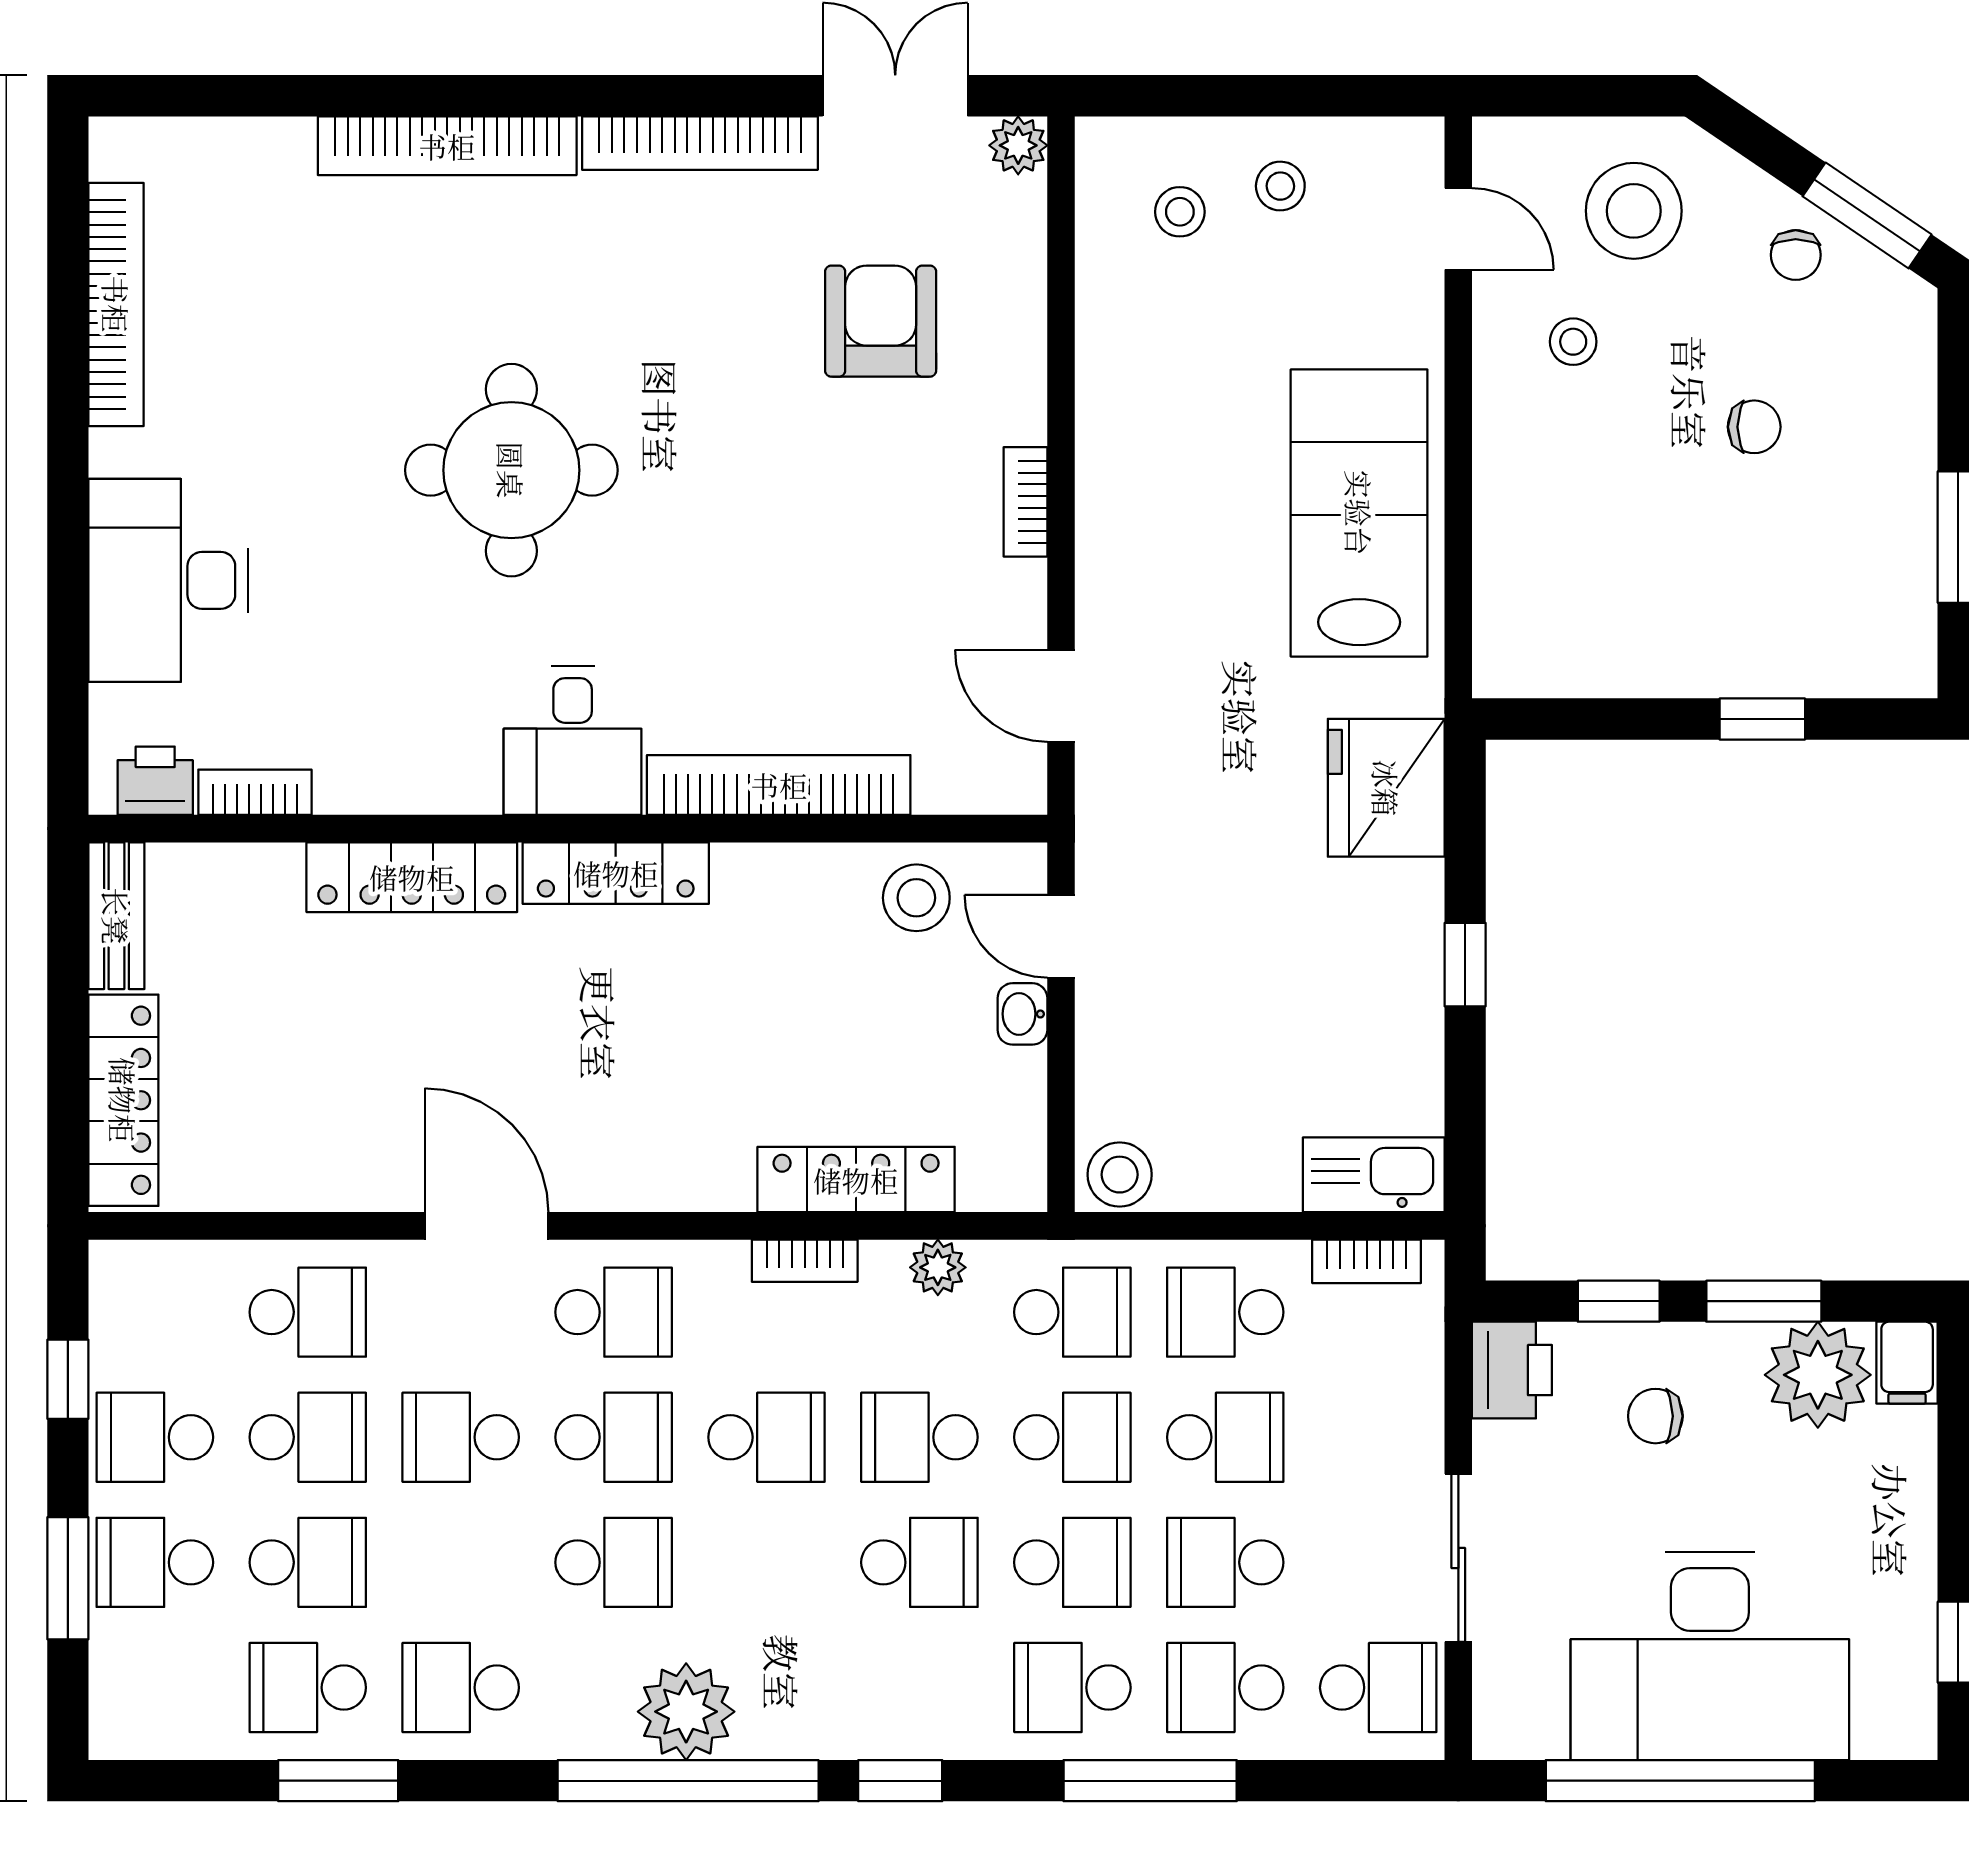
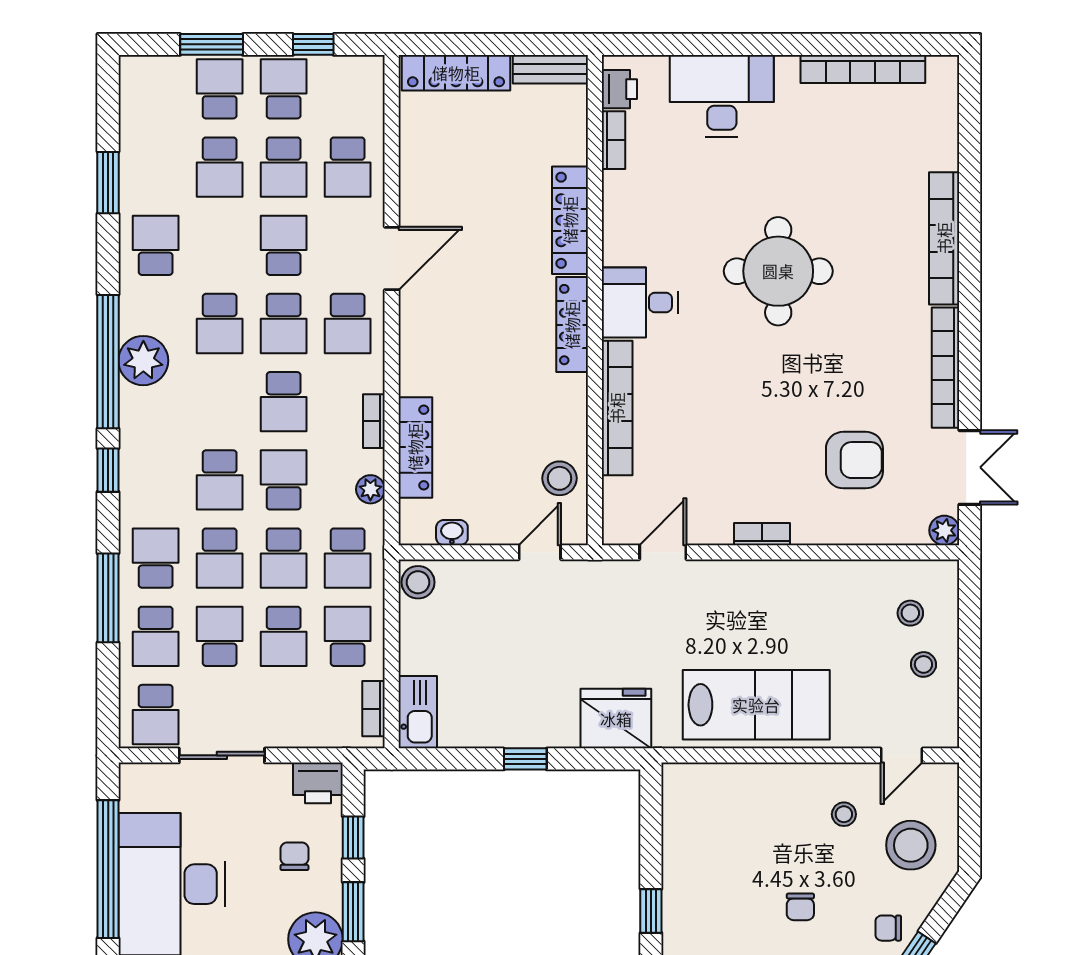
washbasin: (1022, 1014) -> (452, 533), moved
school desk: (308, 1688) -> (156, 167), removed
school desk: (1225, 1688) -> (156, 636), turned 180

